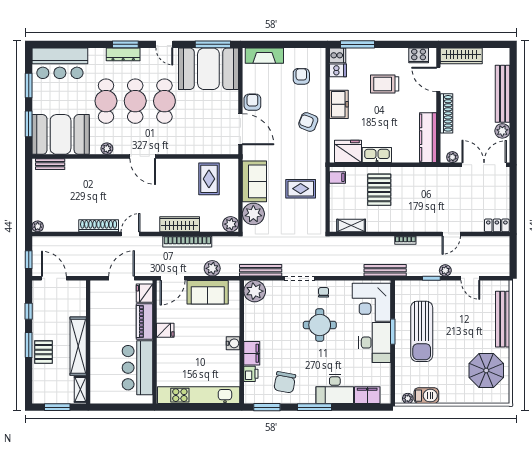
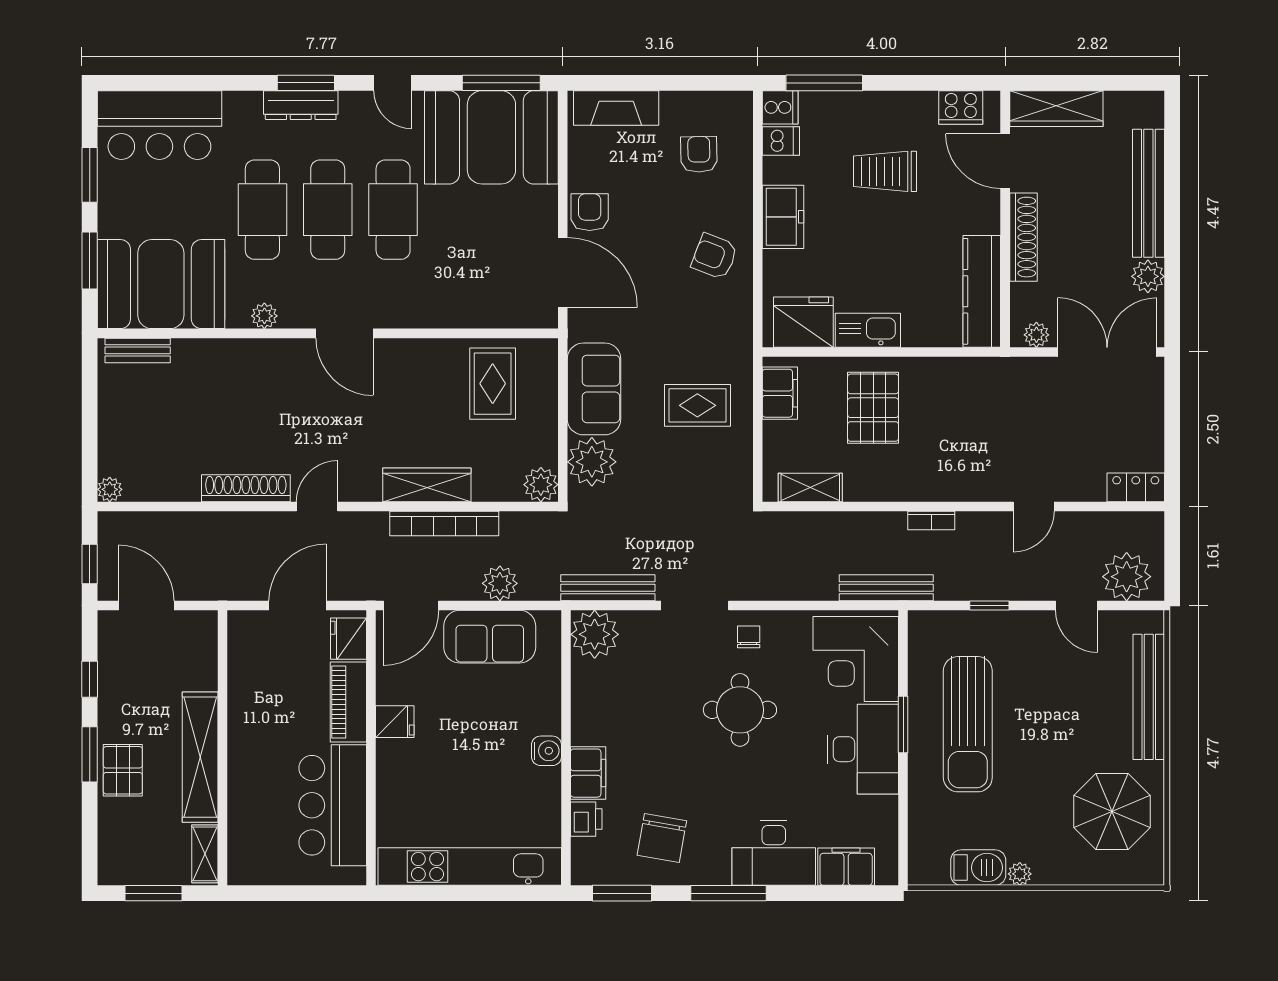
filing cabinet: (338, 177) -> (780, 393), width x2.00
plant: (445, 270) -> (1127, 577), moved, width x1.87, depth x1.87
plant: (408, 398) -> (1020, 874), moved

